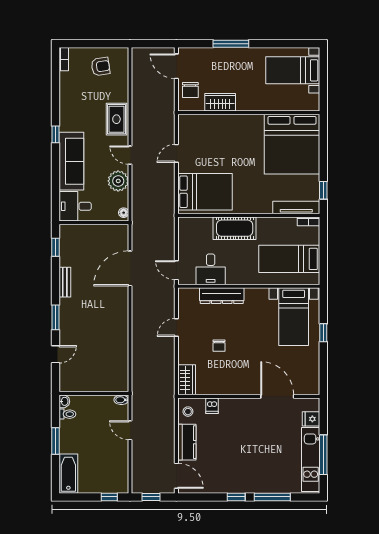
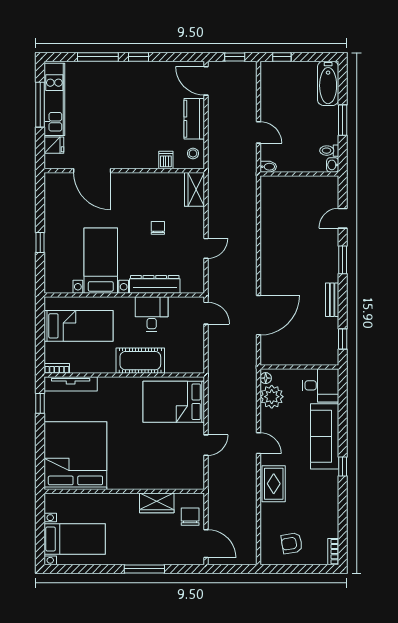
plant: (118, 181) -> (272, 397), moved
desk: (211, 269) -> (152, 314), moved
bed with nightstands: (294, 317) -> (101, 261), moved

